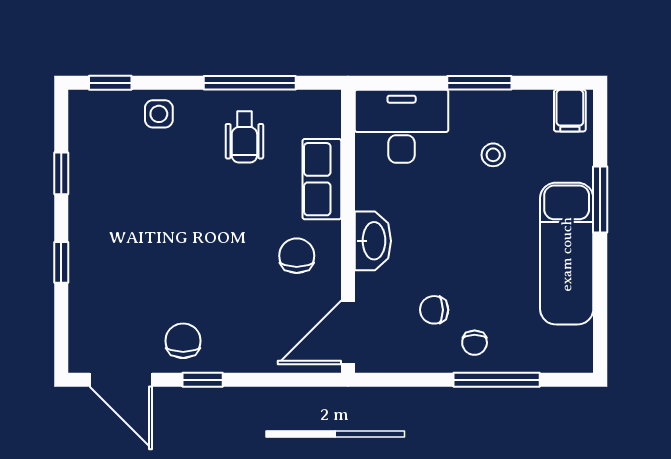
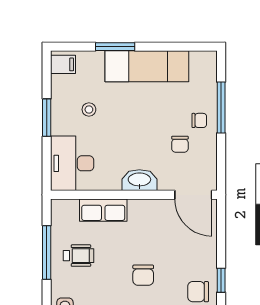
chair: (297, 256) -> (143, 275), moved, turned -90

